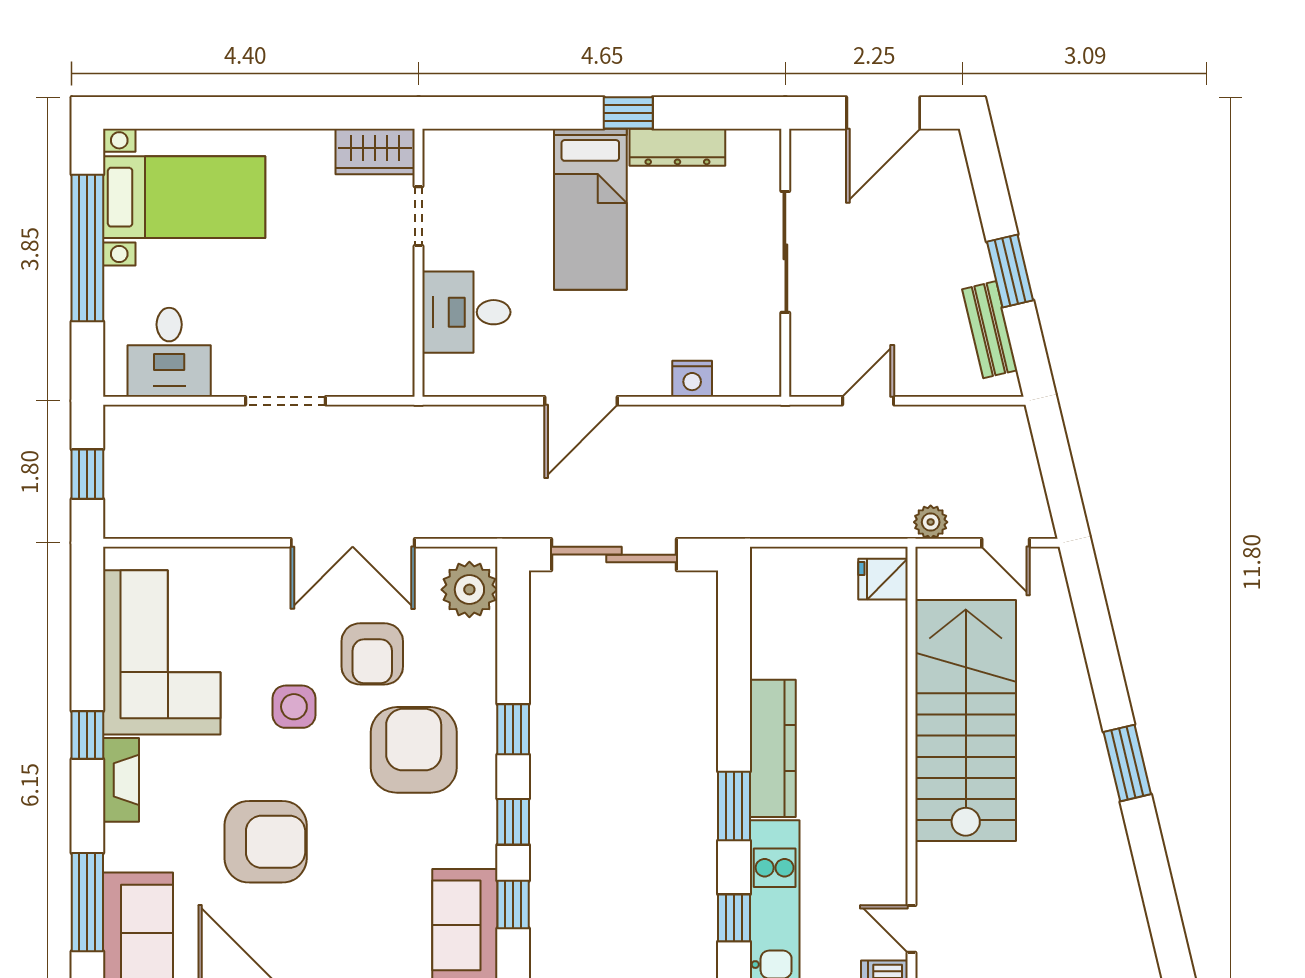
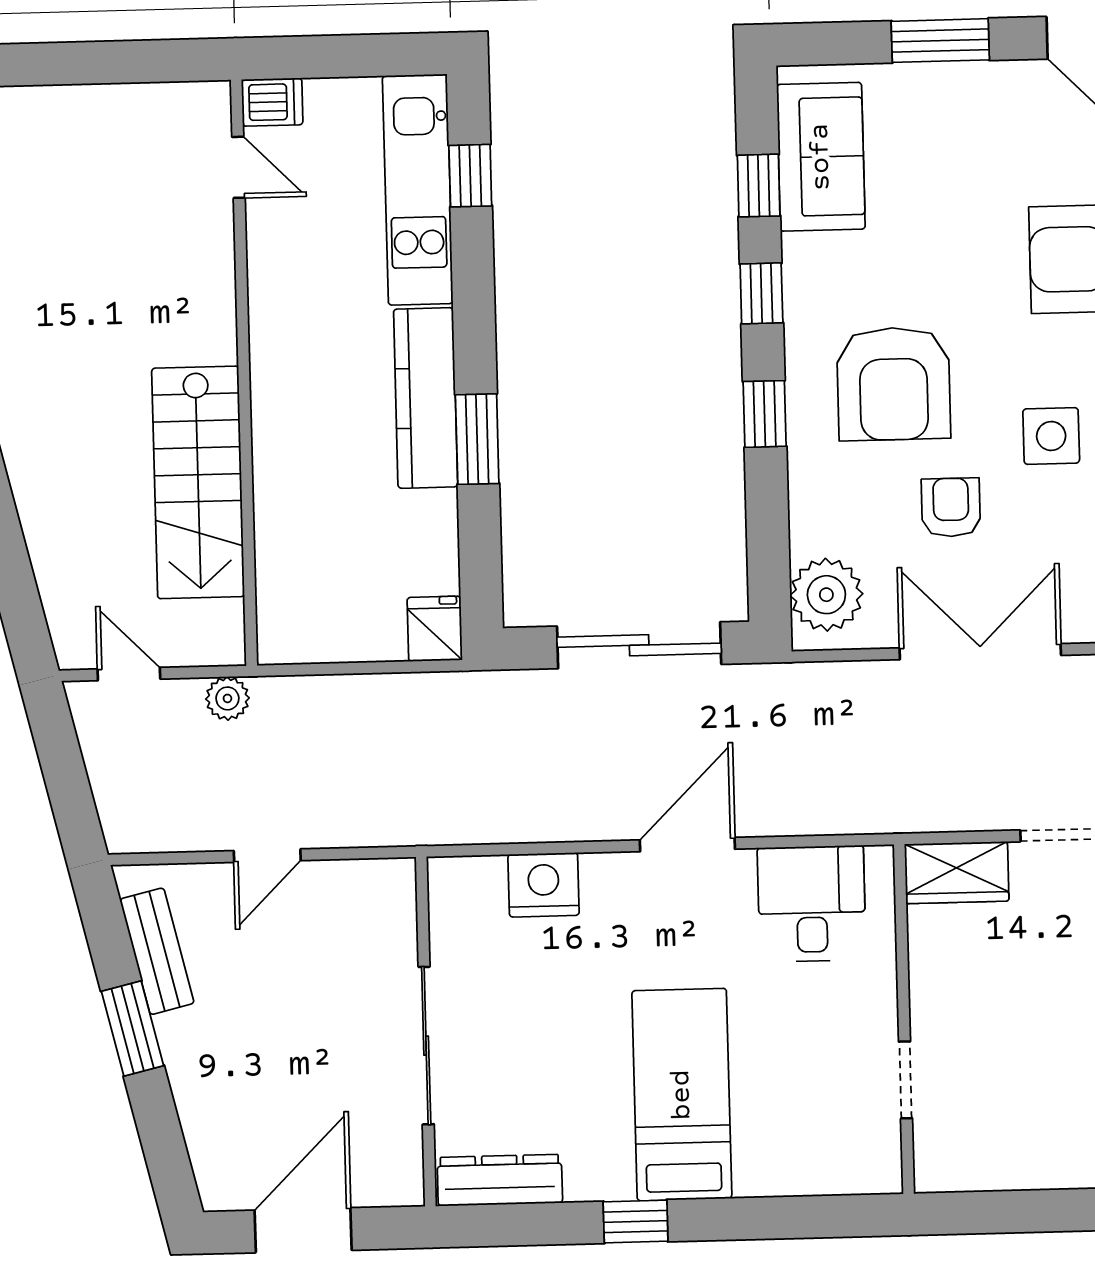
dresser: (677, 147) -> (500, 1180), moved
wardrobe: (375, 152) -> (957, 873), moved, turned 180
desk: (466, 312) -> (812, 904), moved, turned -90
nightstand: (692, 379) -> (544, 885), width x1.36, depth x1.33
door: (868, 401) -> (267, 856), moved
fridge: (883, 579) -> (435, 629), moved, turned -90
armchair: (372, 654) -> (951, 507), width x0.72, depth x0.72
stairs: (966, 720) -> (198, 482), width x0.73, depth x0.66
window: (734, 806) -> (477, 439), moved

